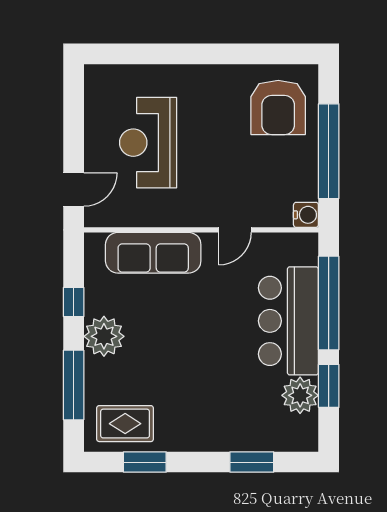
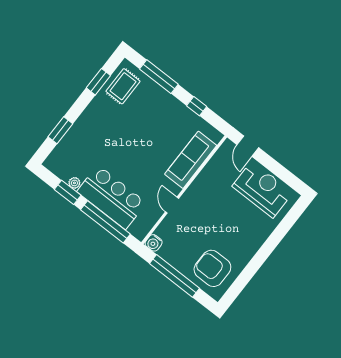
reception desk: (148, 143) -> (262, 189), moved
plant: (104, 336) -> (170, 108), removed
plant: (300, 395) -> (74, 183), width x0.53, depth x0.53

